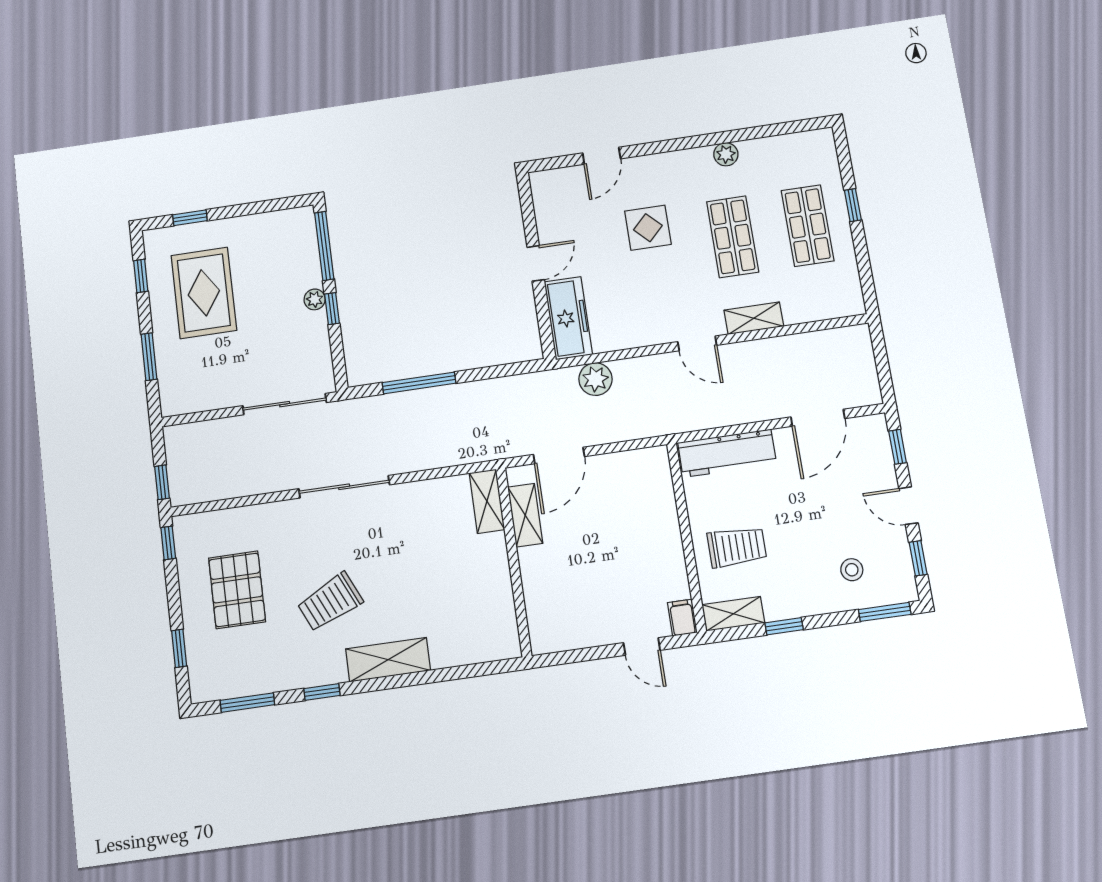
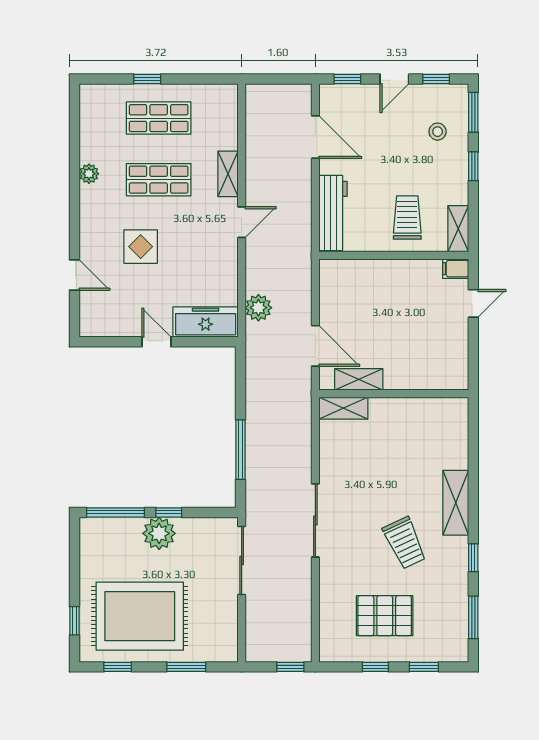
rug: (204, 293) -> (140, 616), width x1.37, depth x1.44
plant: (315, 299) -> (159, 533), width x1.88, depth x1.88
window: (168, 543) -> (375, 667), moved
window: (784, 626) -> (473, 166), moved

